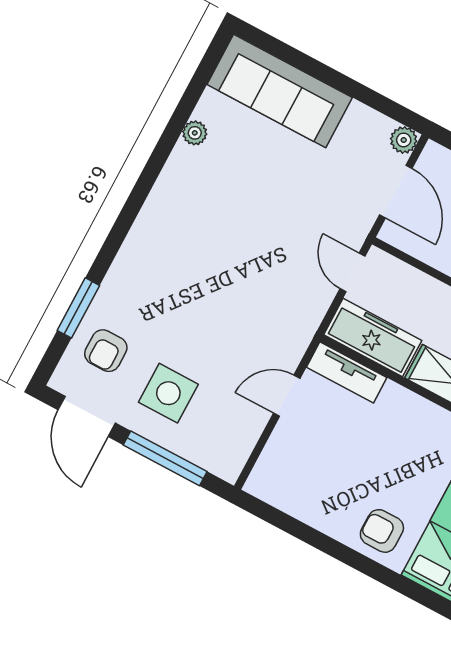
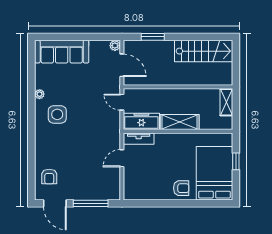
plant: (195, 133) -> (40, 94), moved
window: (78, 308) -> (31, 167), removed
side table: (168, 393) -> (57, 114), moved
armchair: (382, 531) -> (181, 188), turned 180

